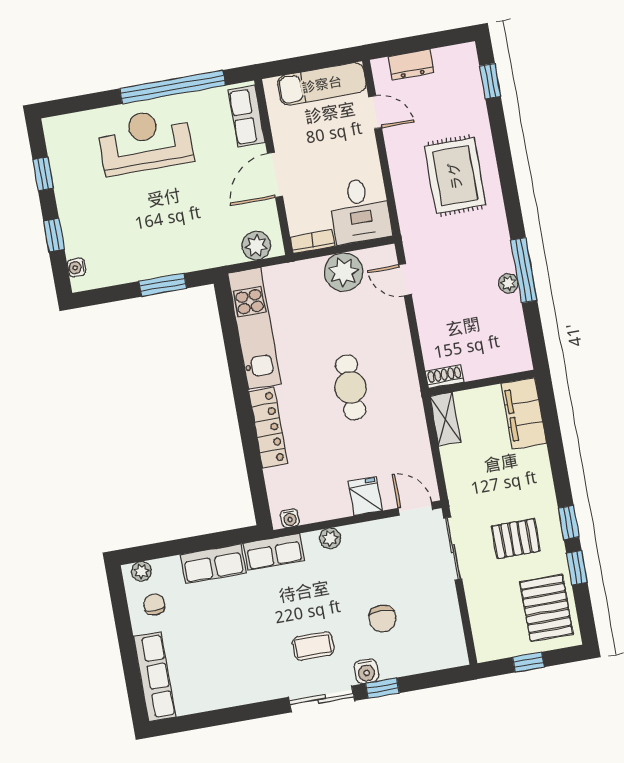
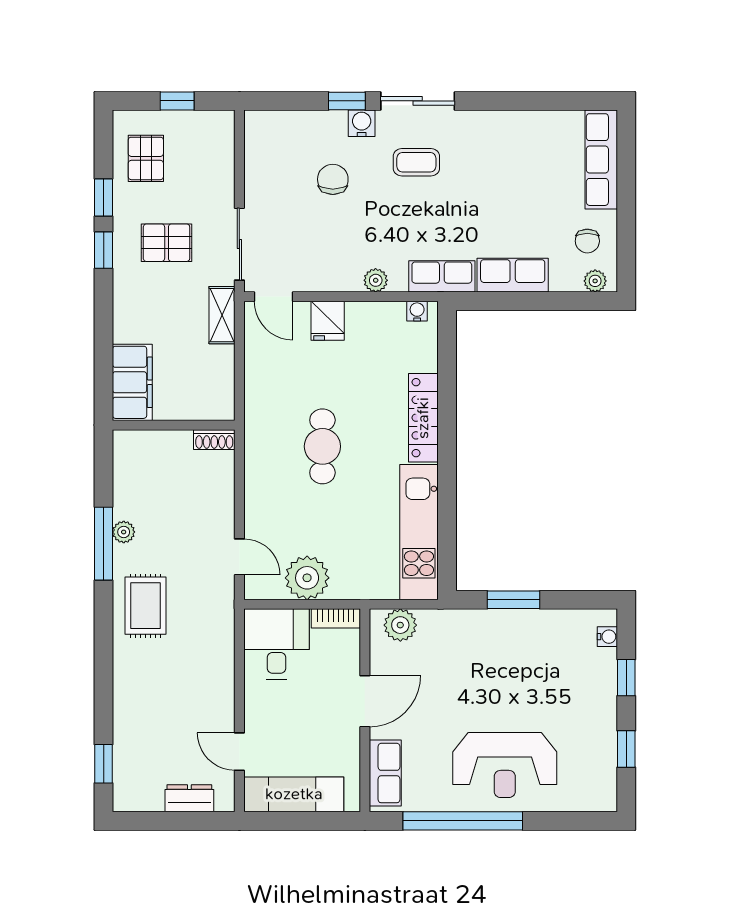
rug: (455, 176) -> (146, 606), moved, width x0.73, depth x0.70
shelving: (445, 419) -> (222, 315), moved
pallet: (546, 608) -> (146, 158), width x0.67, depth x0.71

